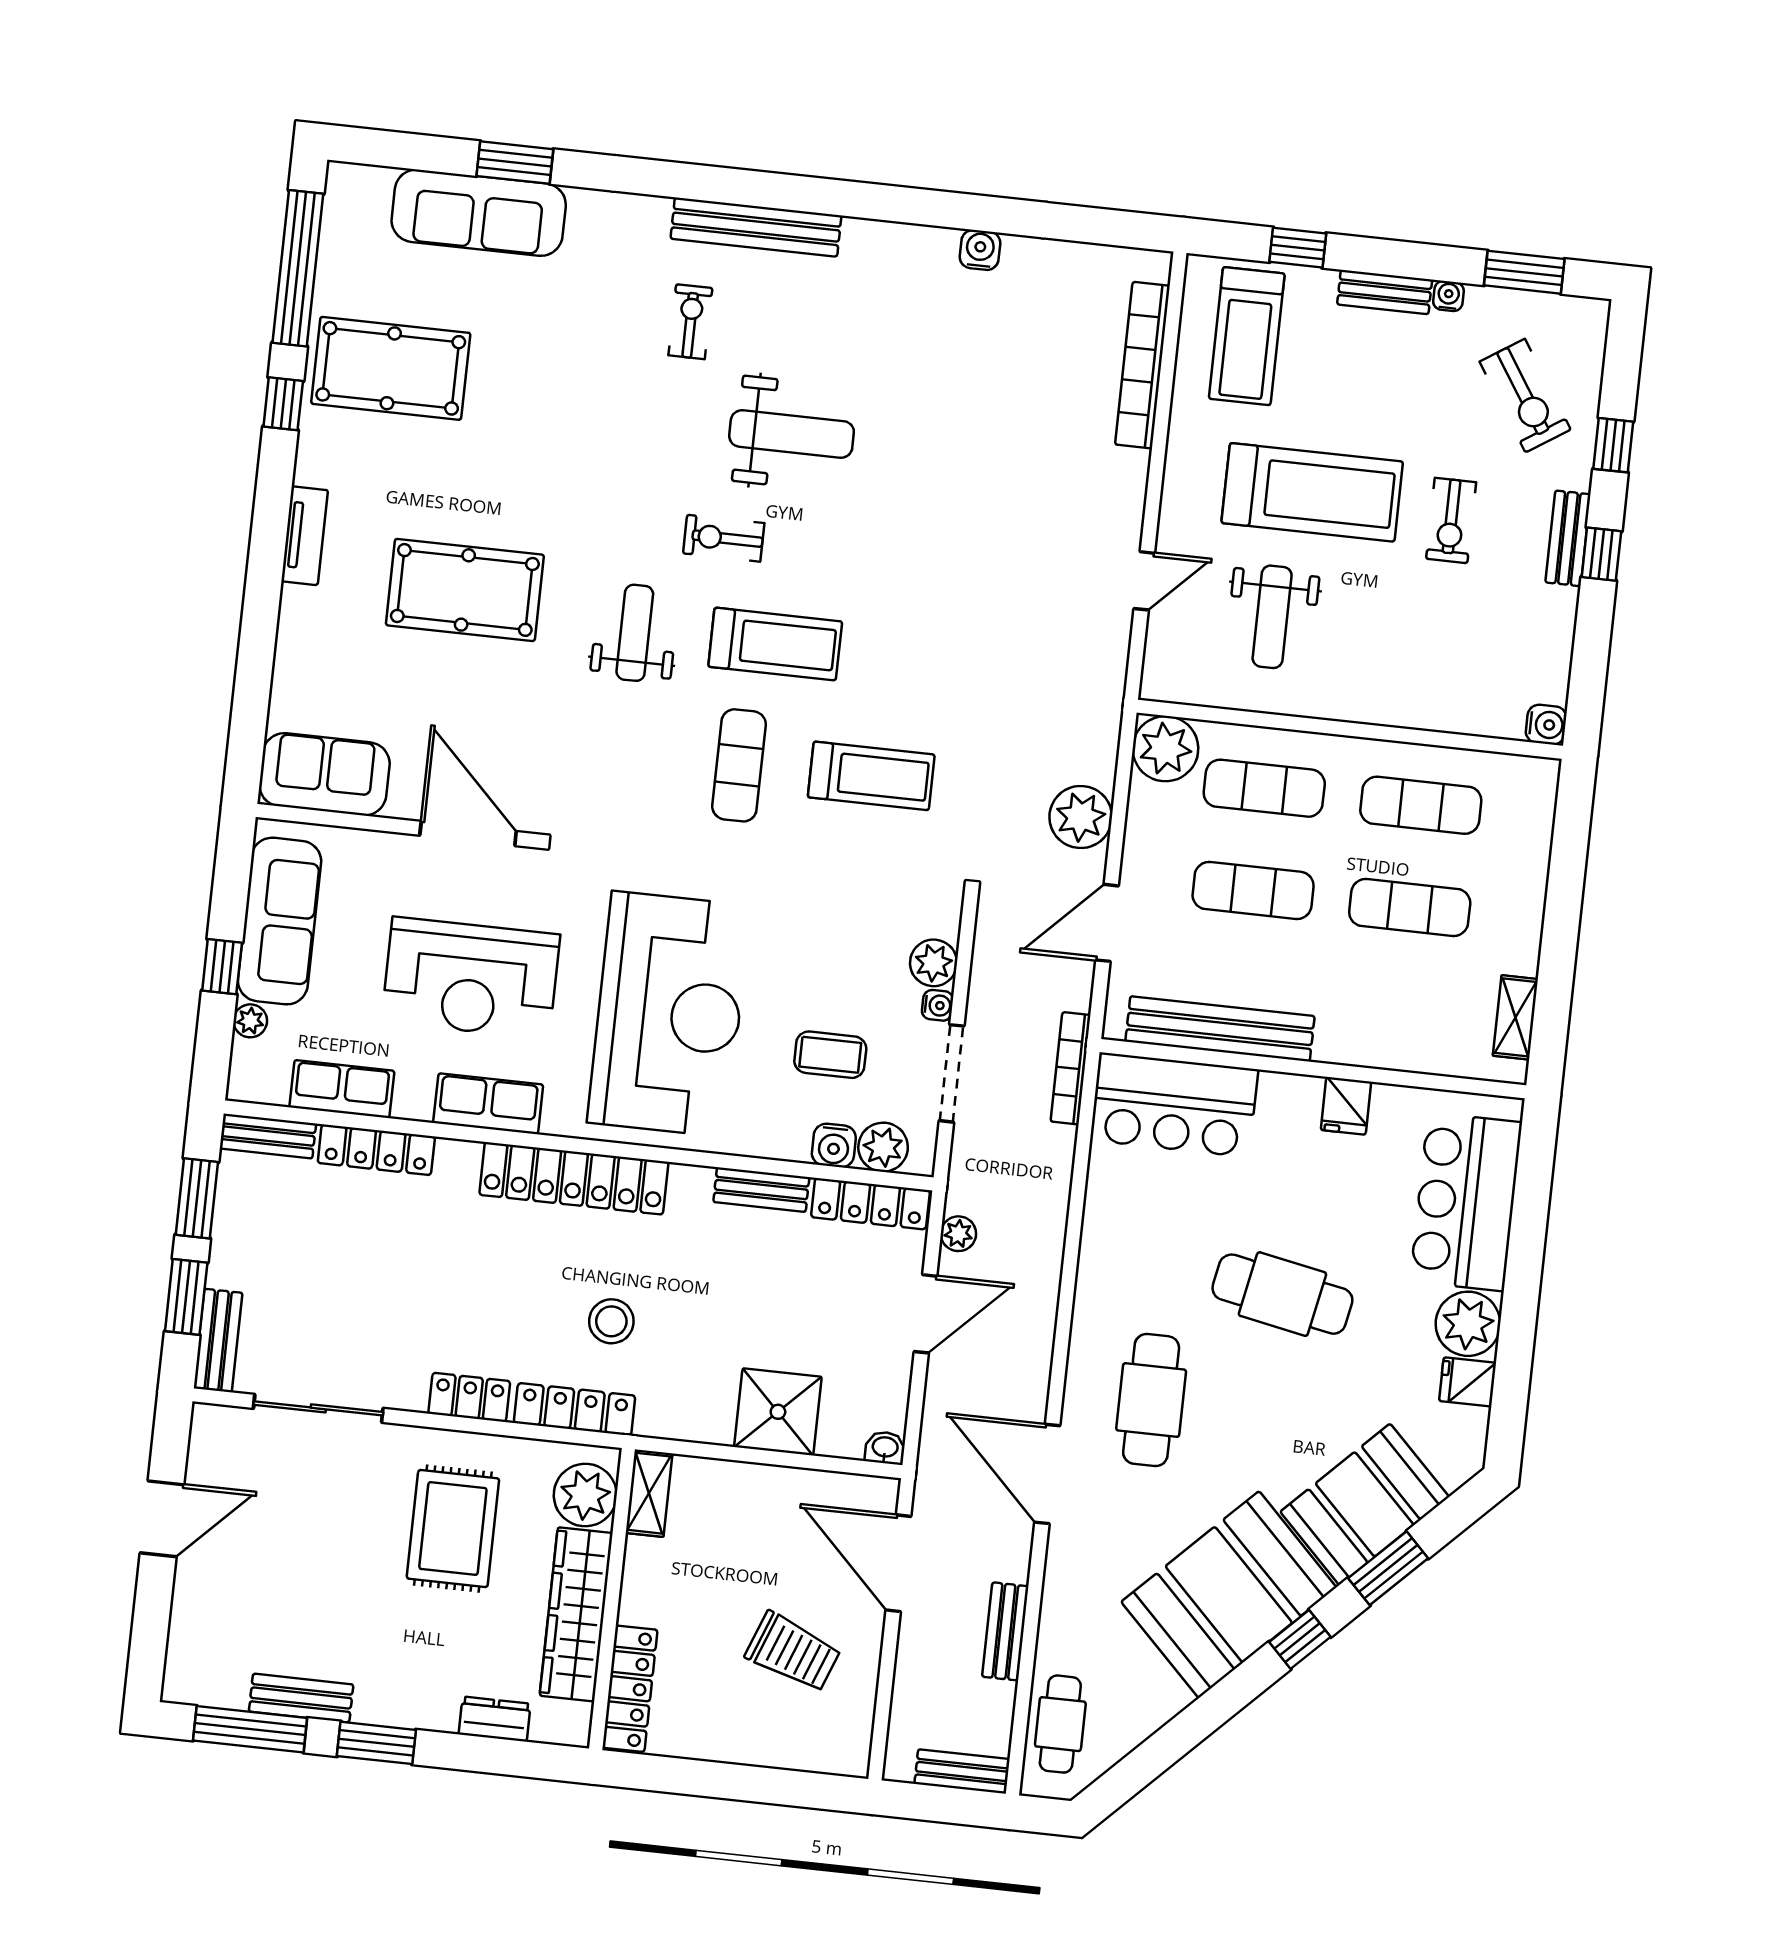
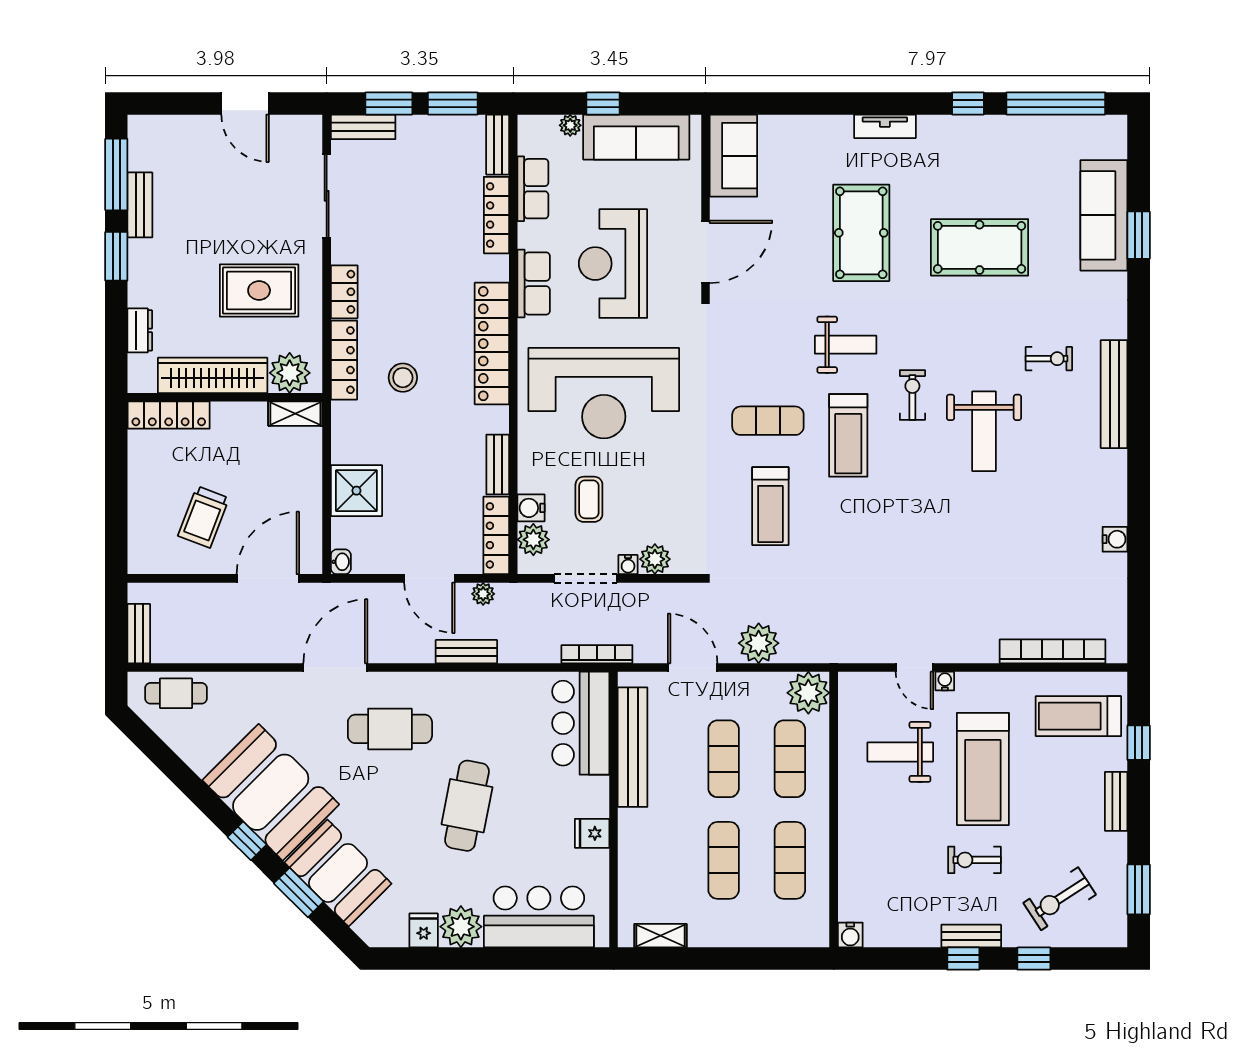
water cooler: (1448, 296) -> (945, 681), moved, turned -90
pool table: (391, 368) -> (980, 247), moved, turned 90
bench: (1005, 1631) -> (466, 652), moved

